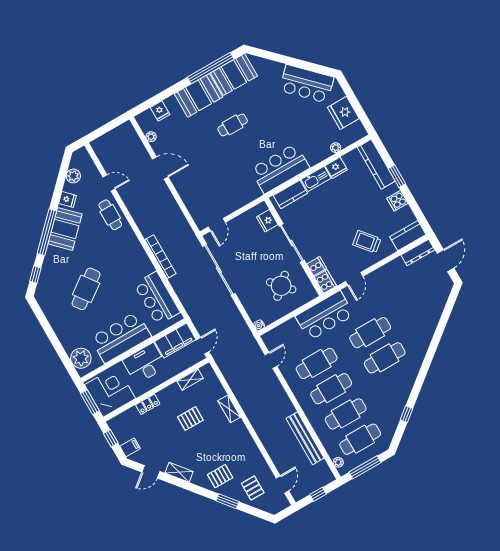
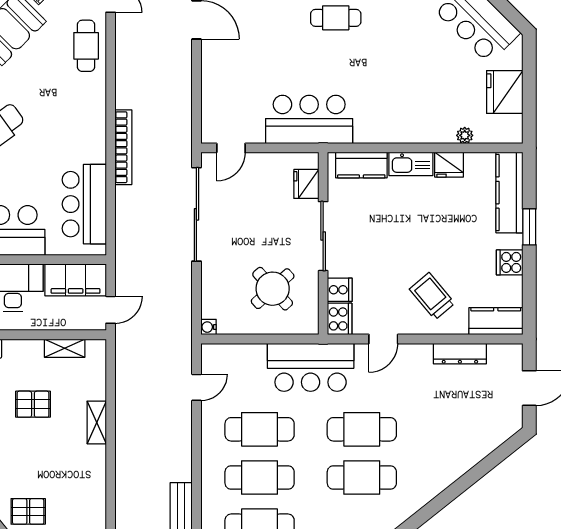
bar counter: (280, 169) -> (309, 119), moved
dresser: (418, 252) -> (460, 354), moved

